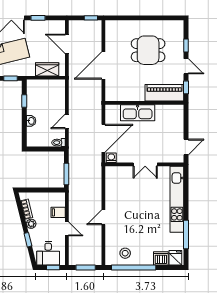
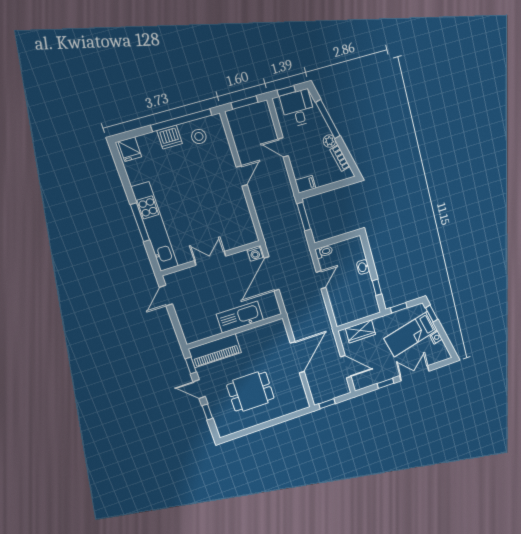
filing cabinet: (58, 212) -> (305, 184), moved
window: (186, 235) -> (140, 222), moved
window: (28, 240) -> (328, 119), width x2.17
dishwasher: (161, 258) -> (170, 137), moved

